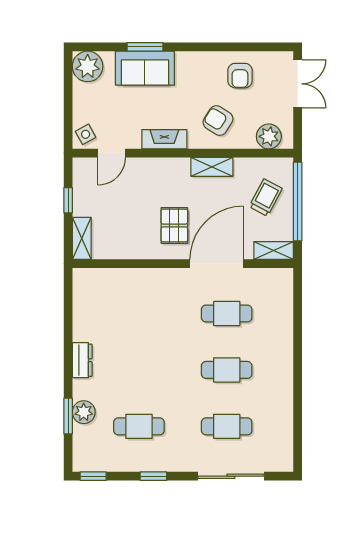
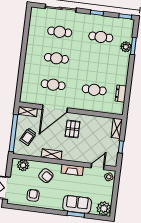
cafe table: (139, 314) -> (94, 90), added
dresser: (82, 360) -> (121, 94), moved

